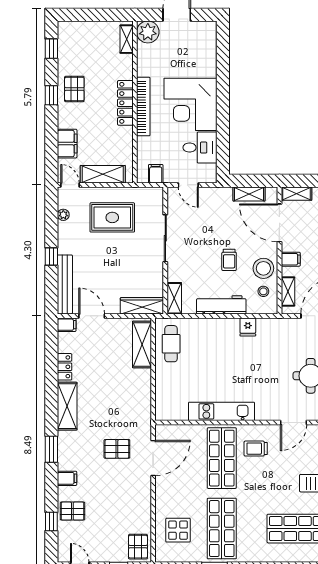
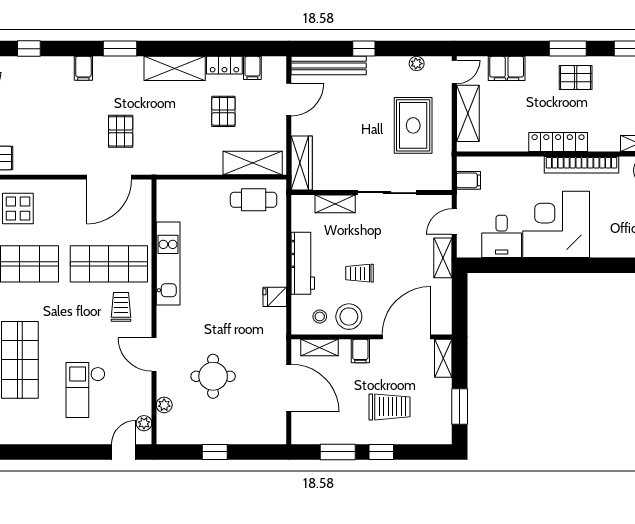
window: (51, 95) -> (568, 49), width x1.50
bookcase: (143, 107) -> (581, 165), moved
shelving: (249, 194) -> (443, 258), moved
shelving: (174, 298) -> (335, 204), moved
filing cabinet: (67, 325) -> (252, 68), moved
door: (153, 458) -> (109, 177), hinge flipped
pallet: (72, 511) -> (223, 111), moved

